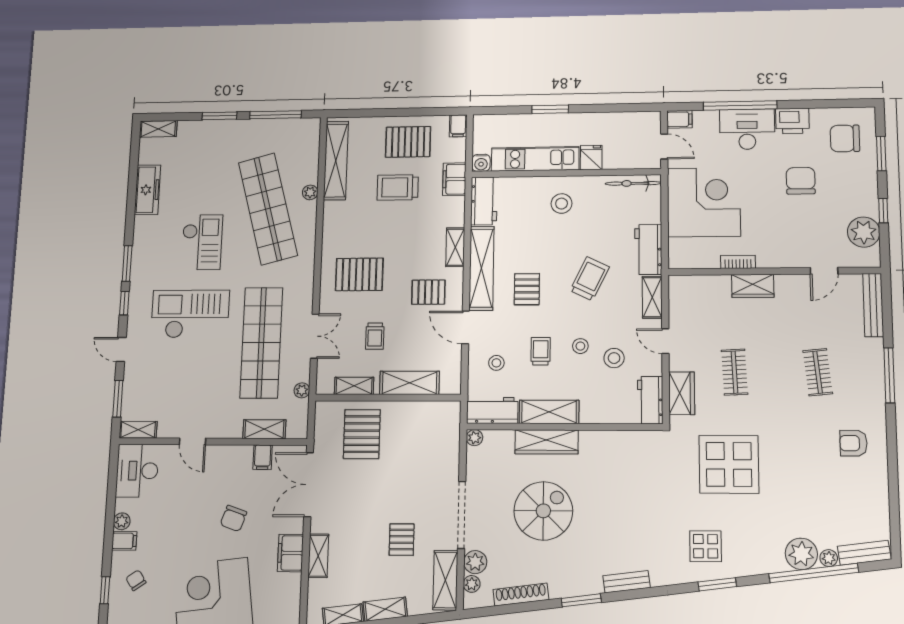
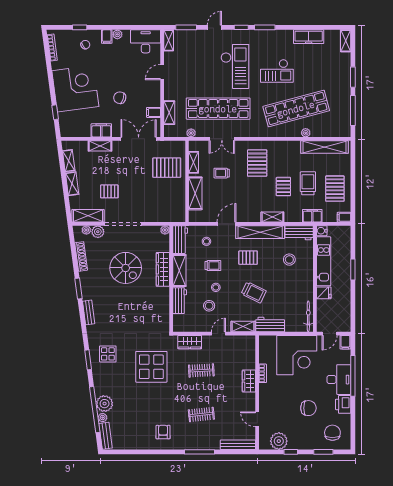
stool: (562, 204) -> (289, 260), moved
pallet: (428, 292) -> (283, 187), moved
workbench: (650, 400) -> (180, 301), moved, turned 90

